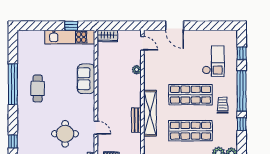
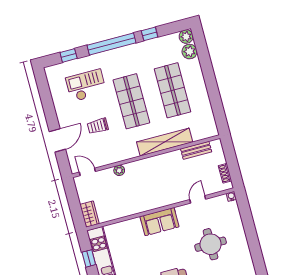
door: (142, 43) -> (87, 172), hinge flipped
sofa: (86, 79) -> (160, 222), moved
trolley: (223, 105) -> (98, 126), moved
bench: (136, 120) -> (196, 150), moved
round table: (65, 134) -> (211, 244), moved

